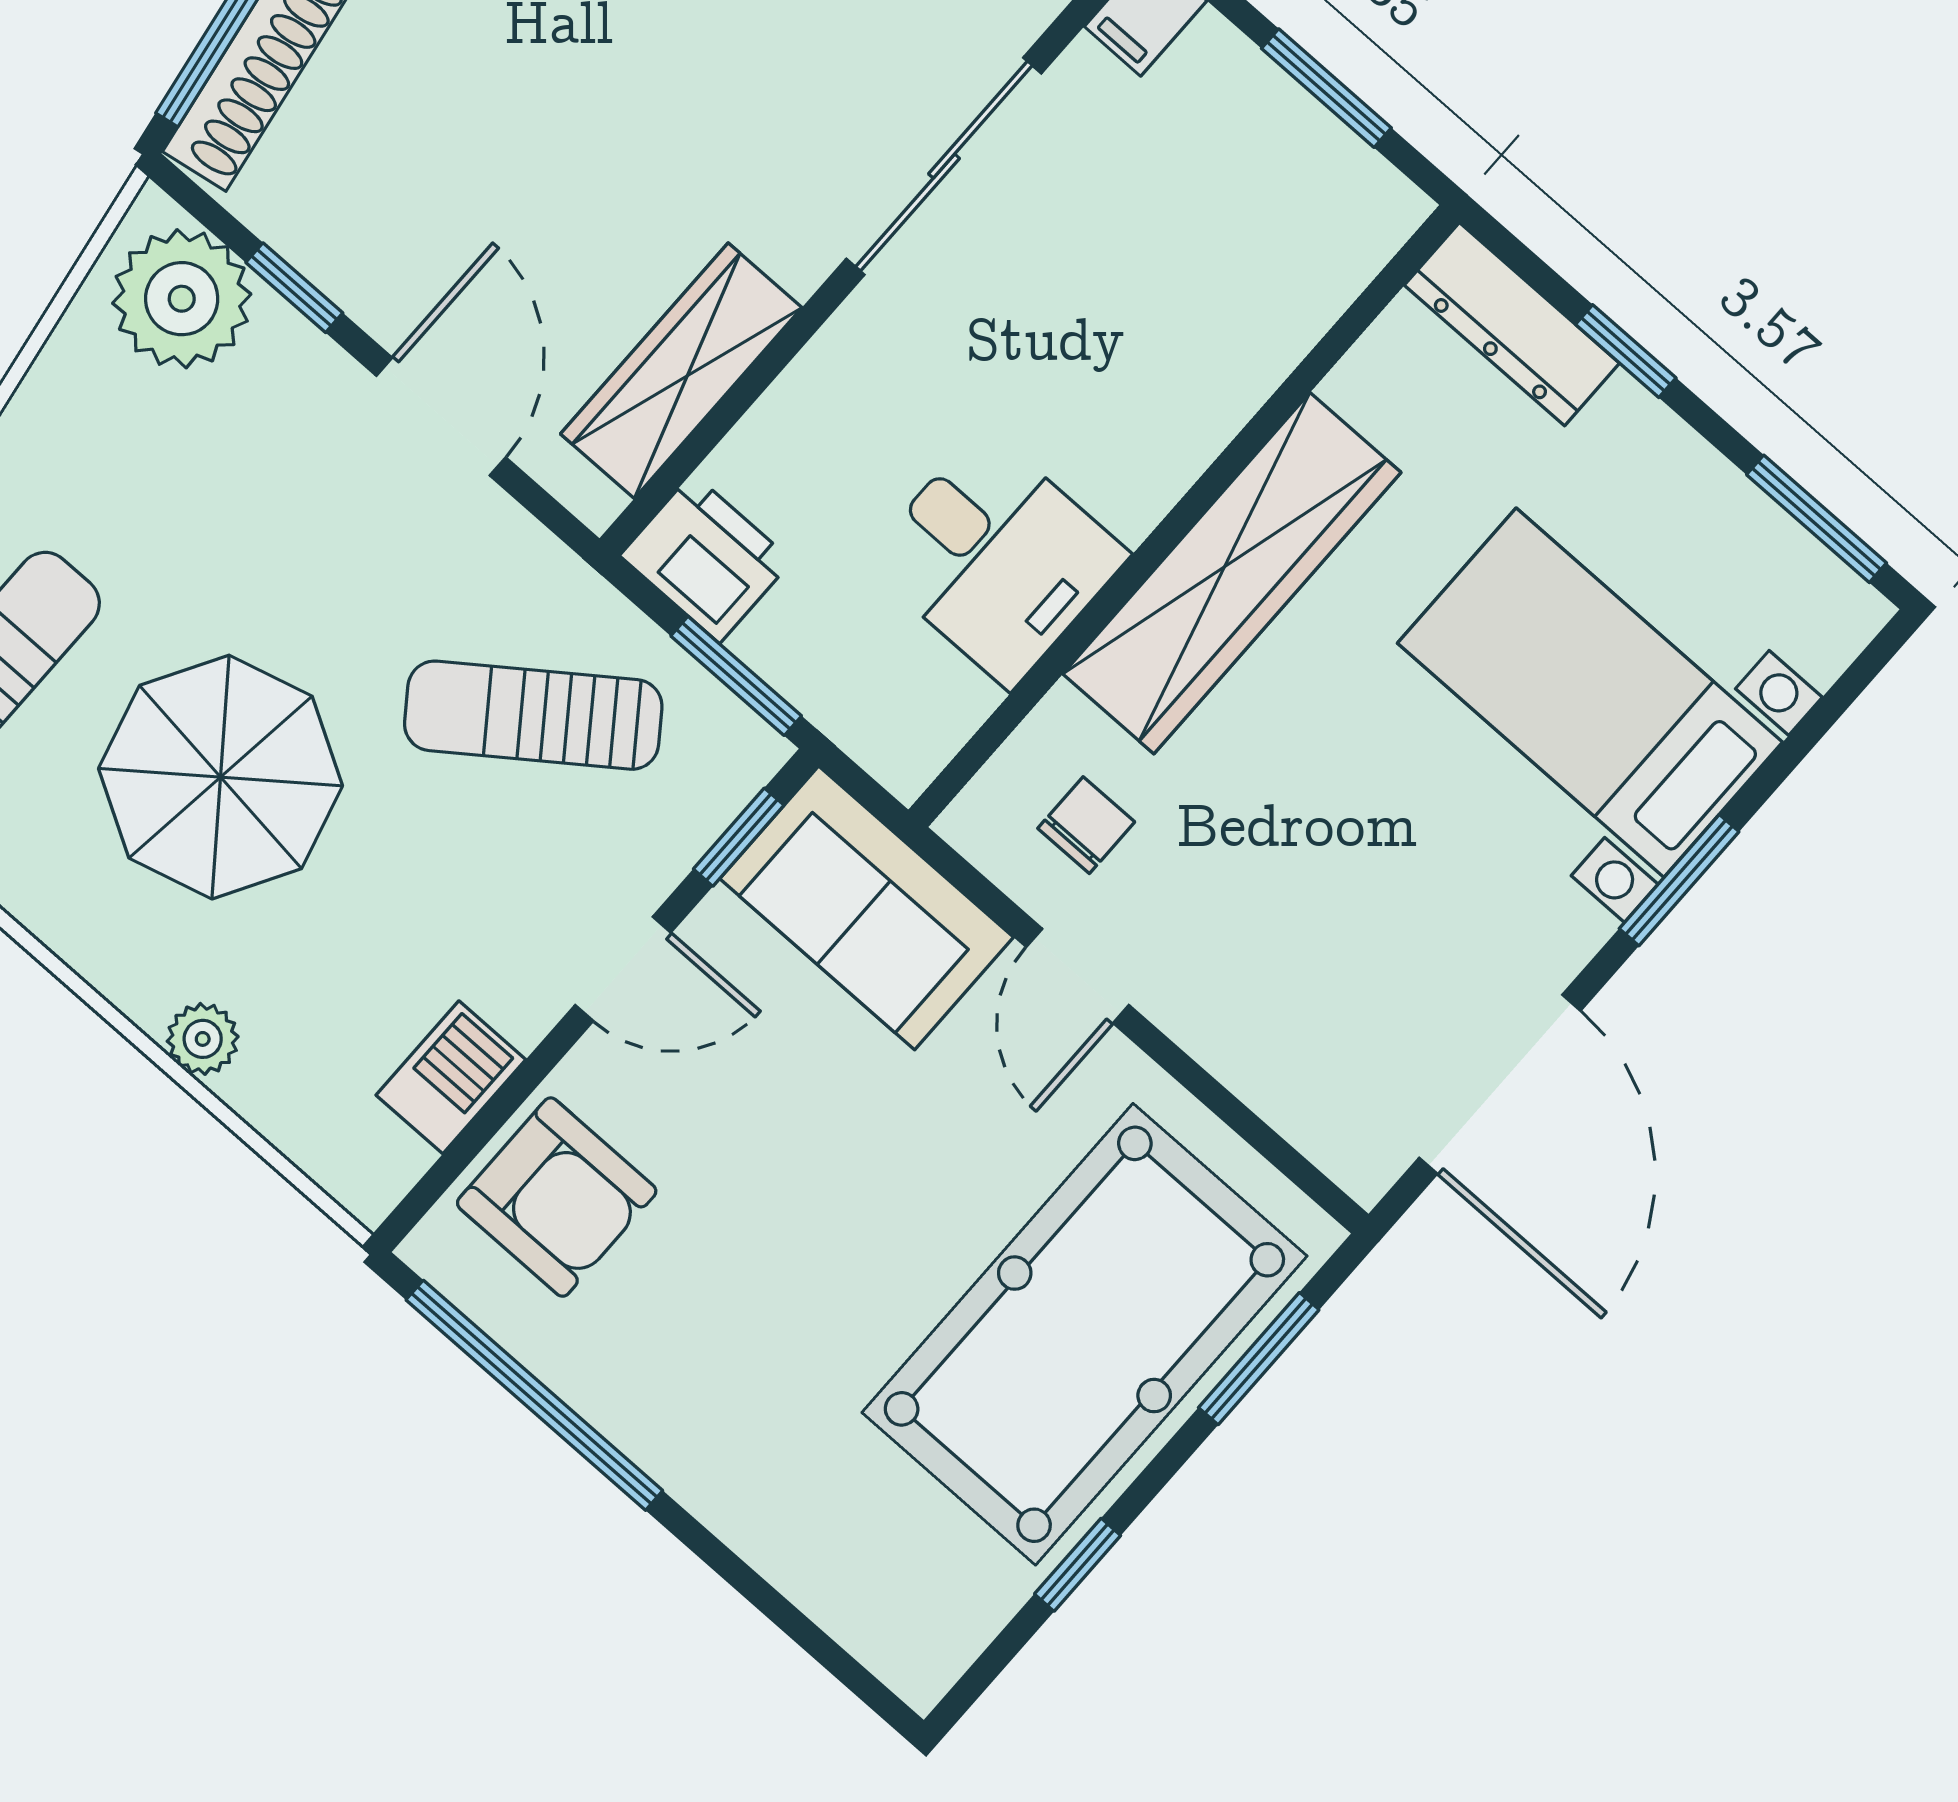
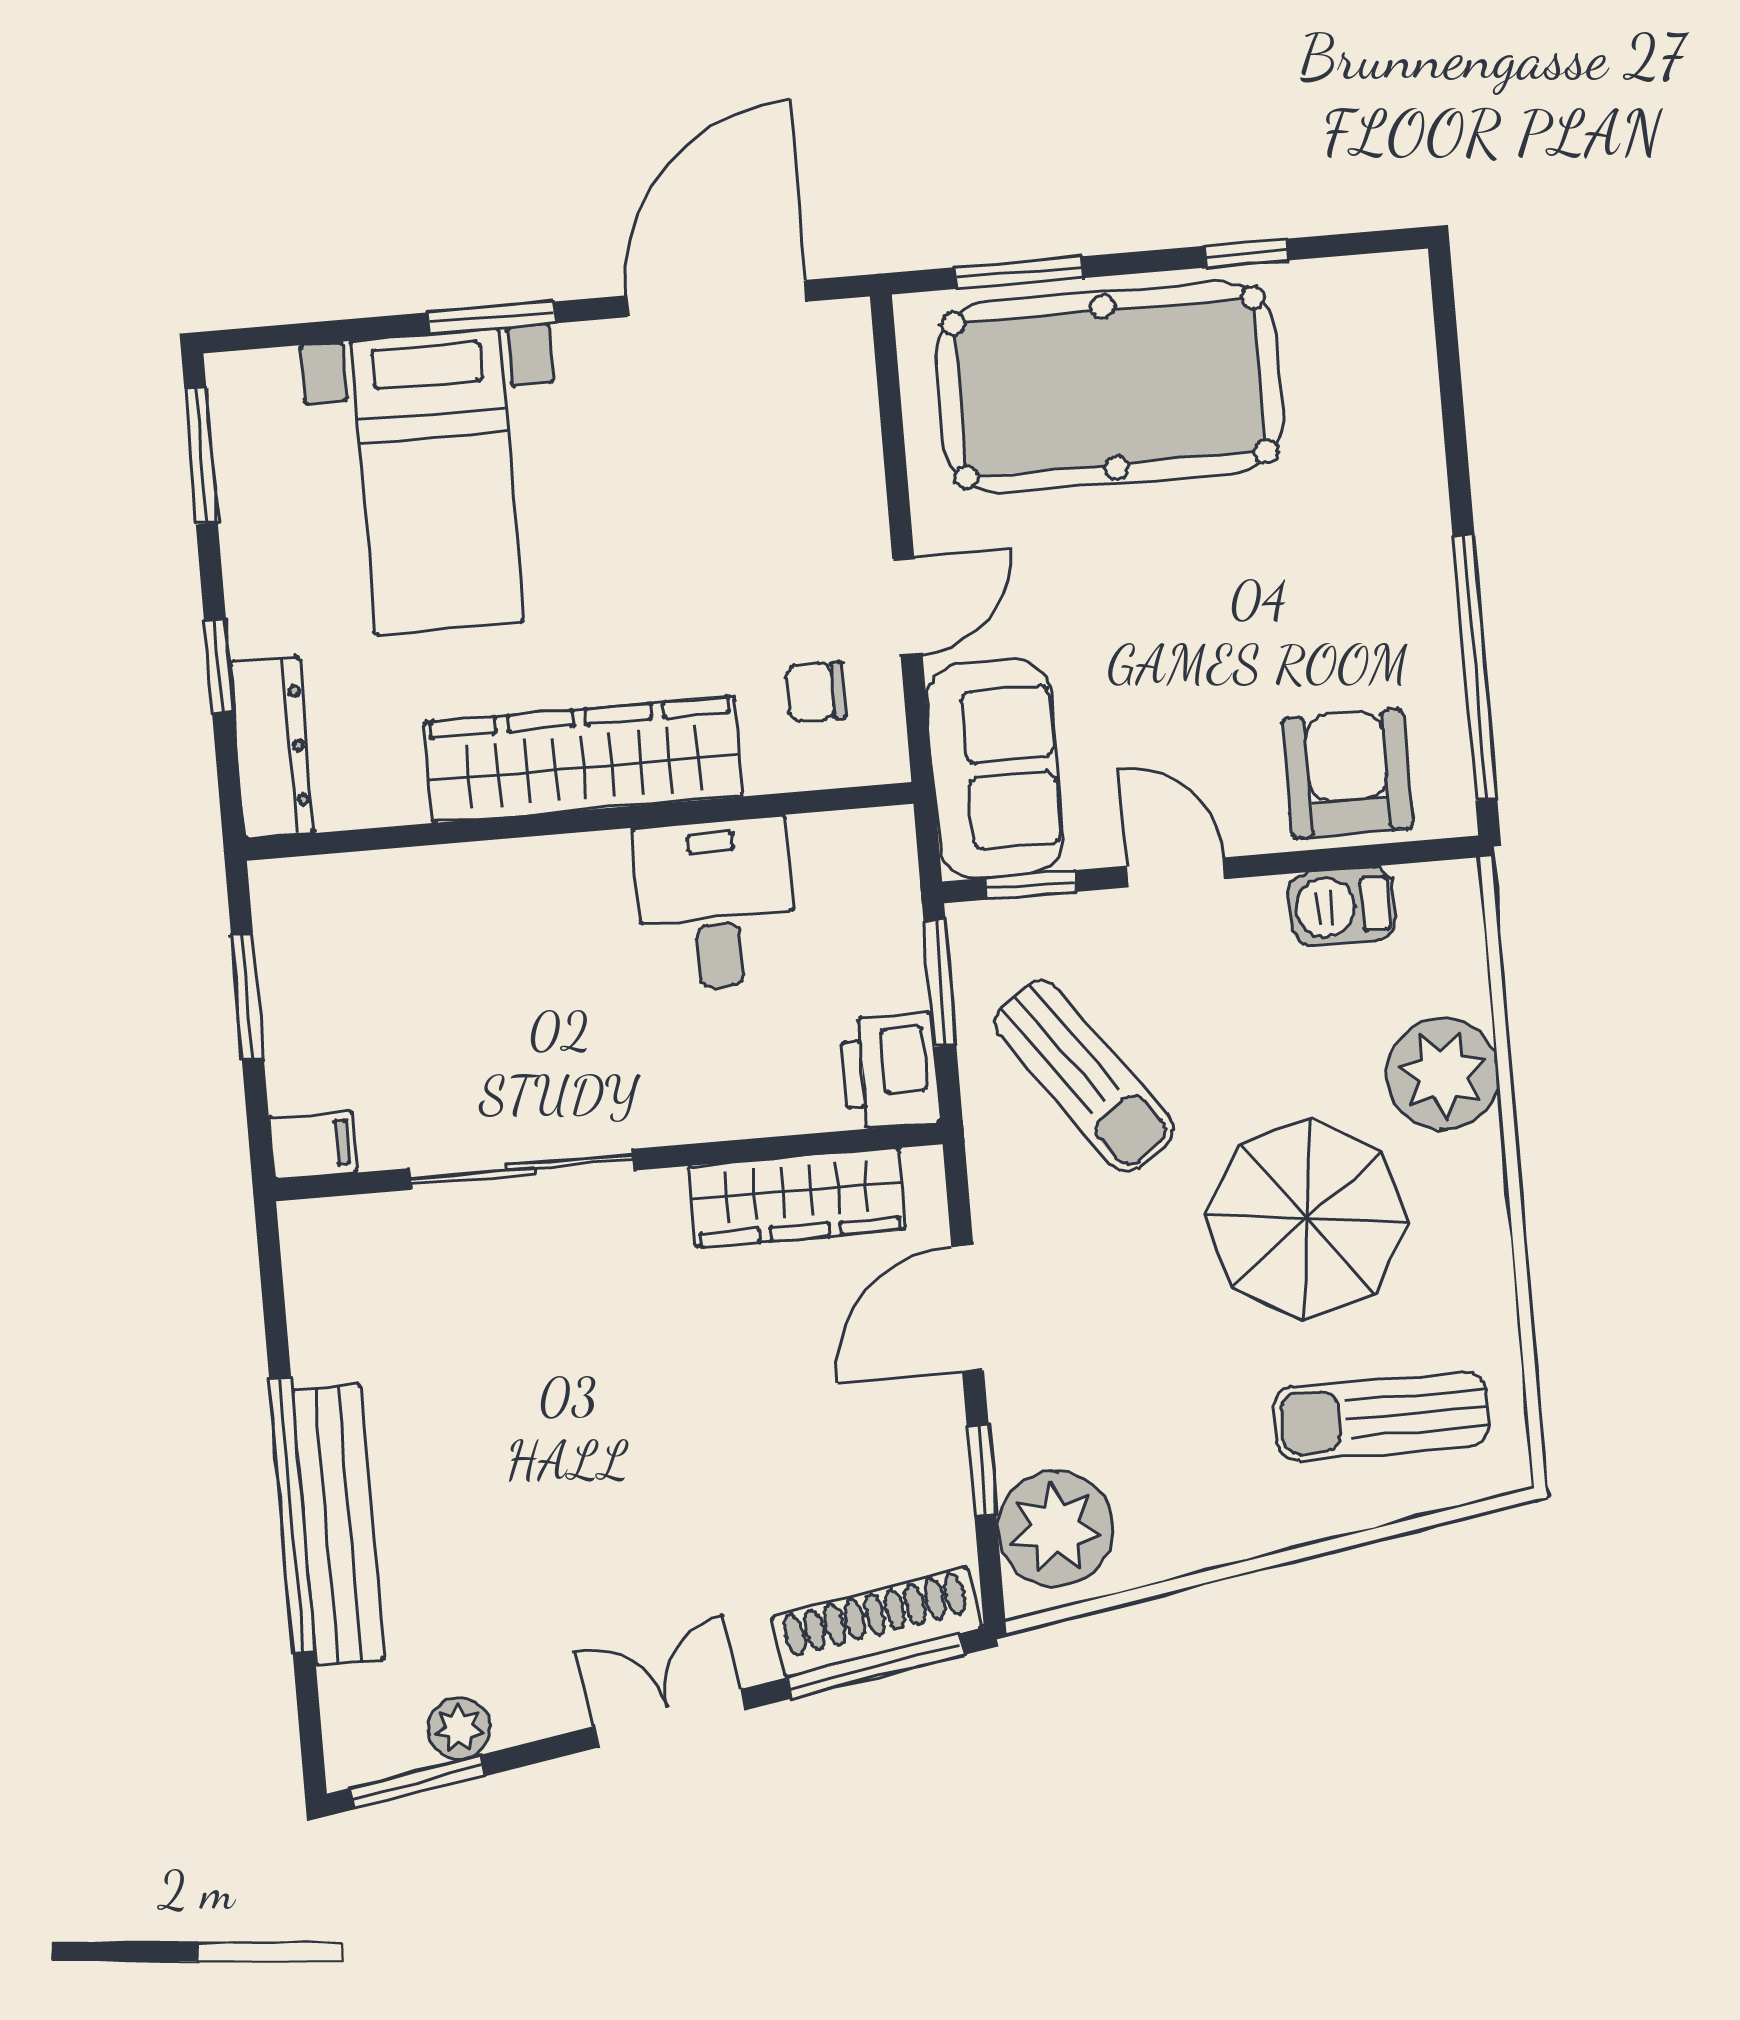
plant: (203, 1039) -> (1443, 1074), width x1.87, depth x1.87

